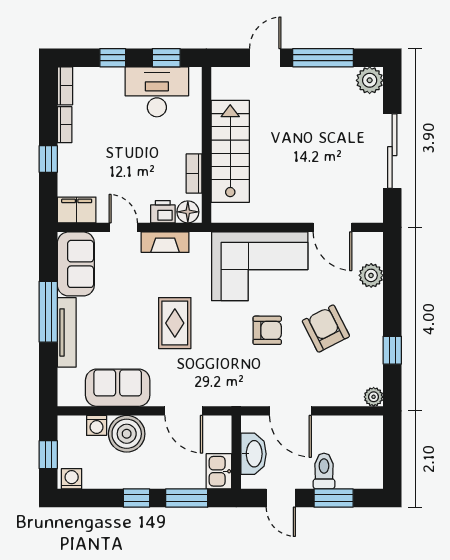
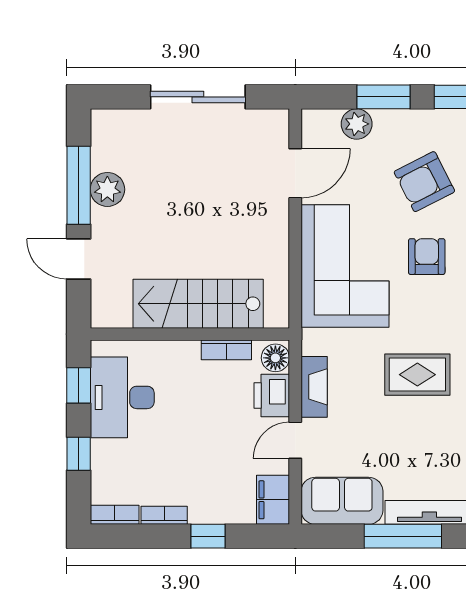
plant: (370, 80) -> (107, 189), moved
printer: (163, 212) -> (272, 396), width x1.36, depth x1.24
window: (392, 297) -> (384, 97), added

